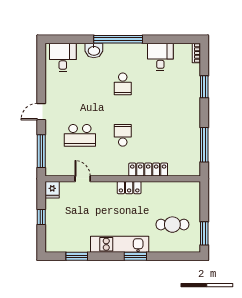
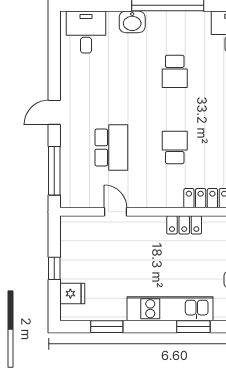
school desk: (80, 135) -> (111, 147), turned -90
fridge: (52, 190) -> (72, 294), moved, turned -90

